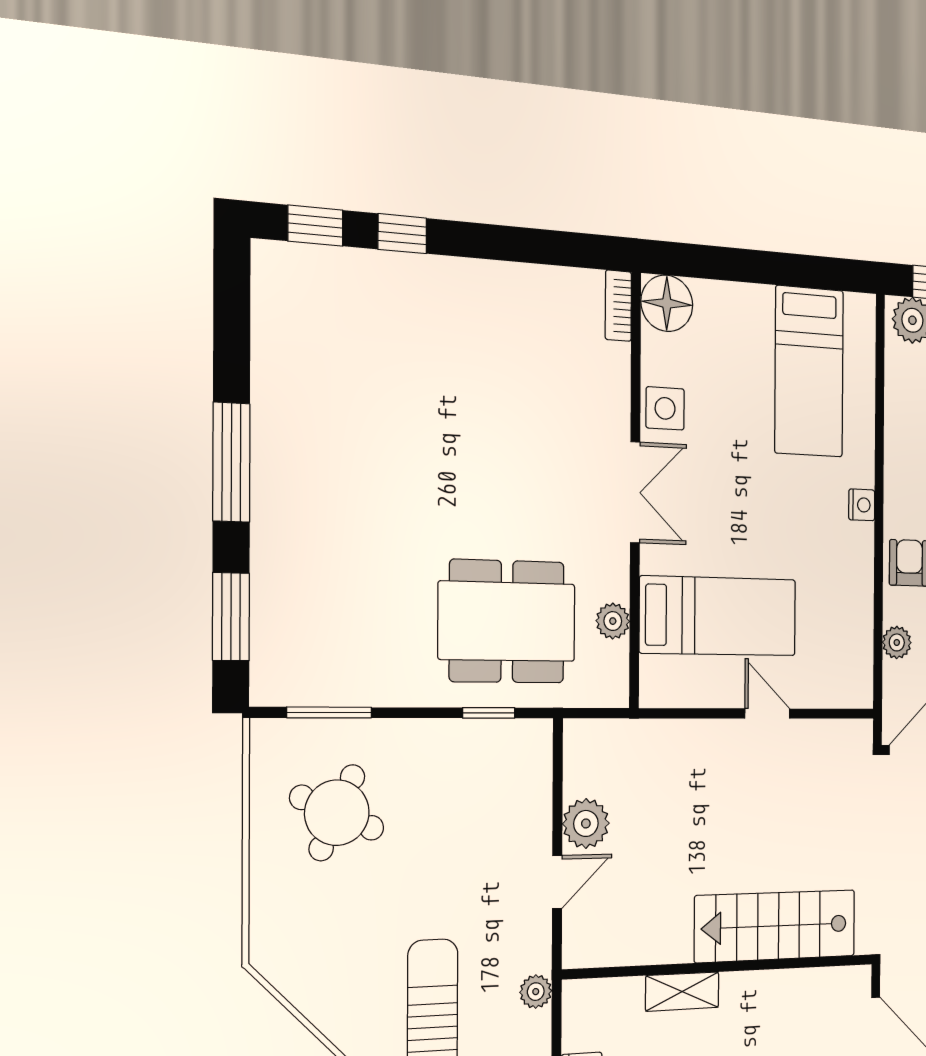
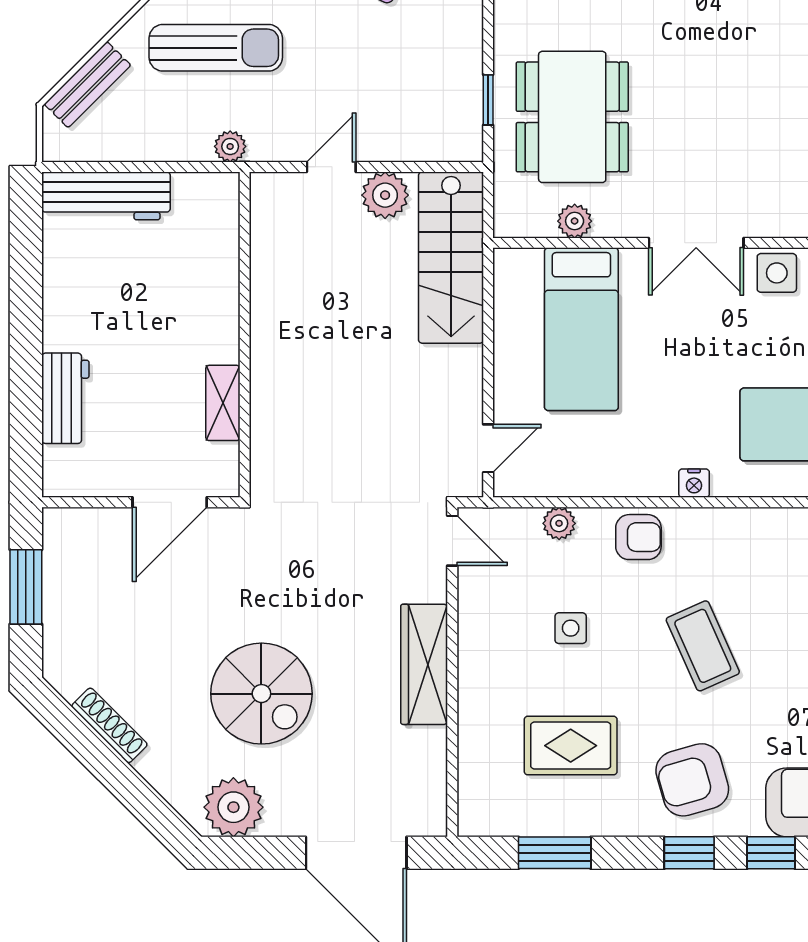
door: (767, 713) -> (488, 448), moved
door: (557, 882) -> (331, 167), swing flipped
stairs: (775, 926) -> (451, 258), moved, turned 180
shelving: (682, 992) -> (223, 403), moved

